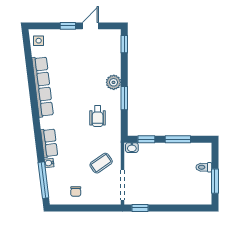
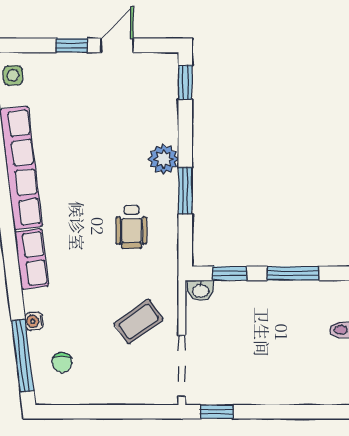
row of seats: (49, 143) -> (31, 259), moved
chair: (76, 191) -> (62, 362), moved

